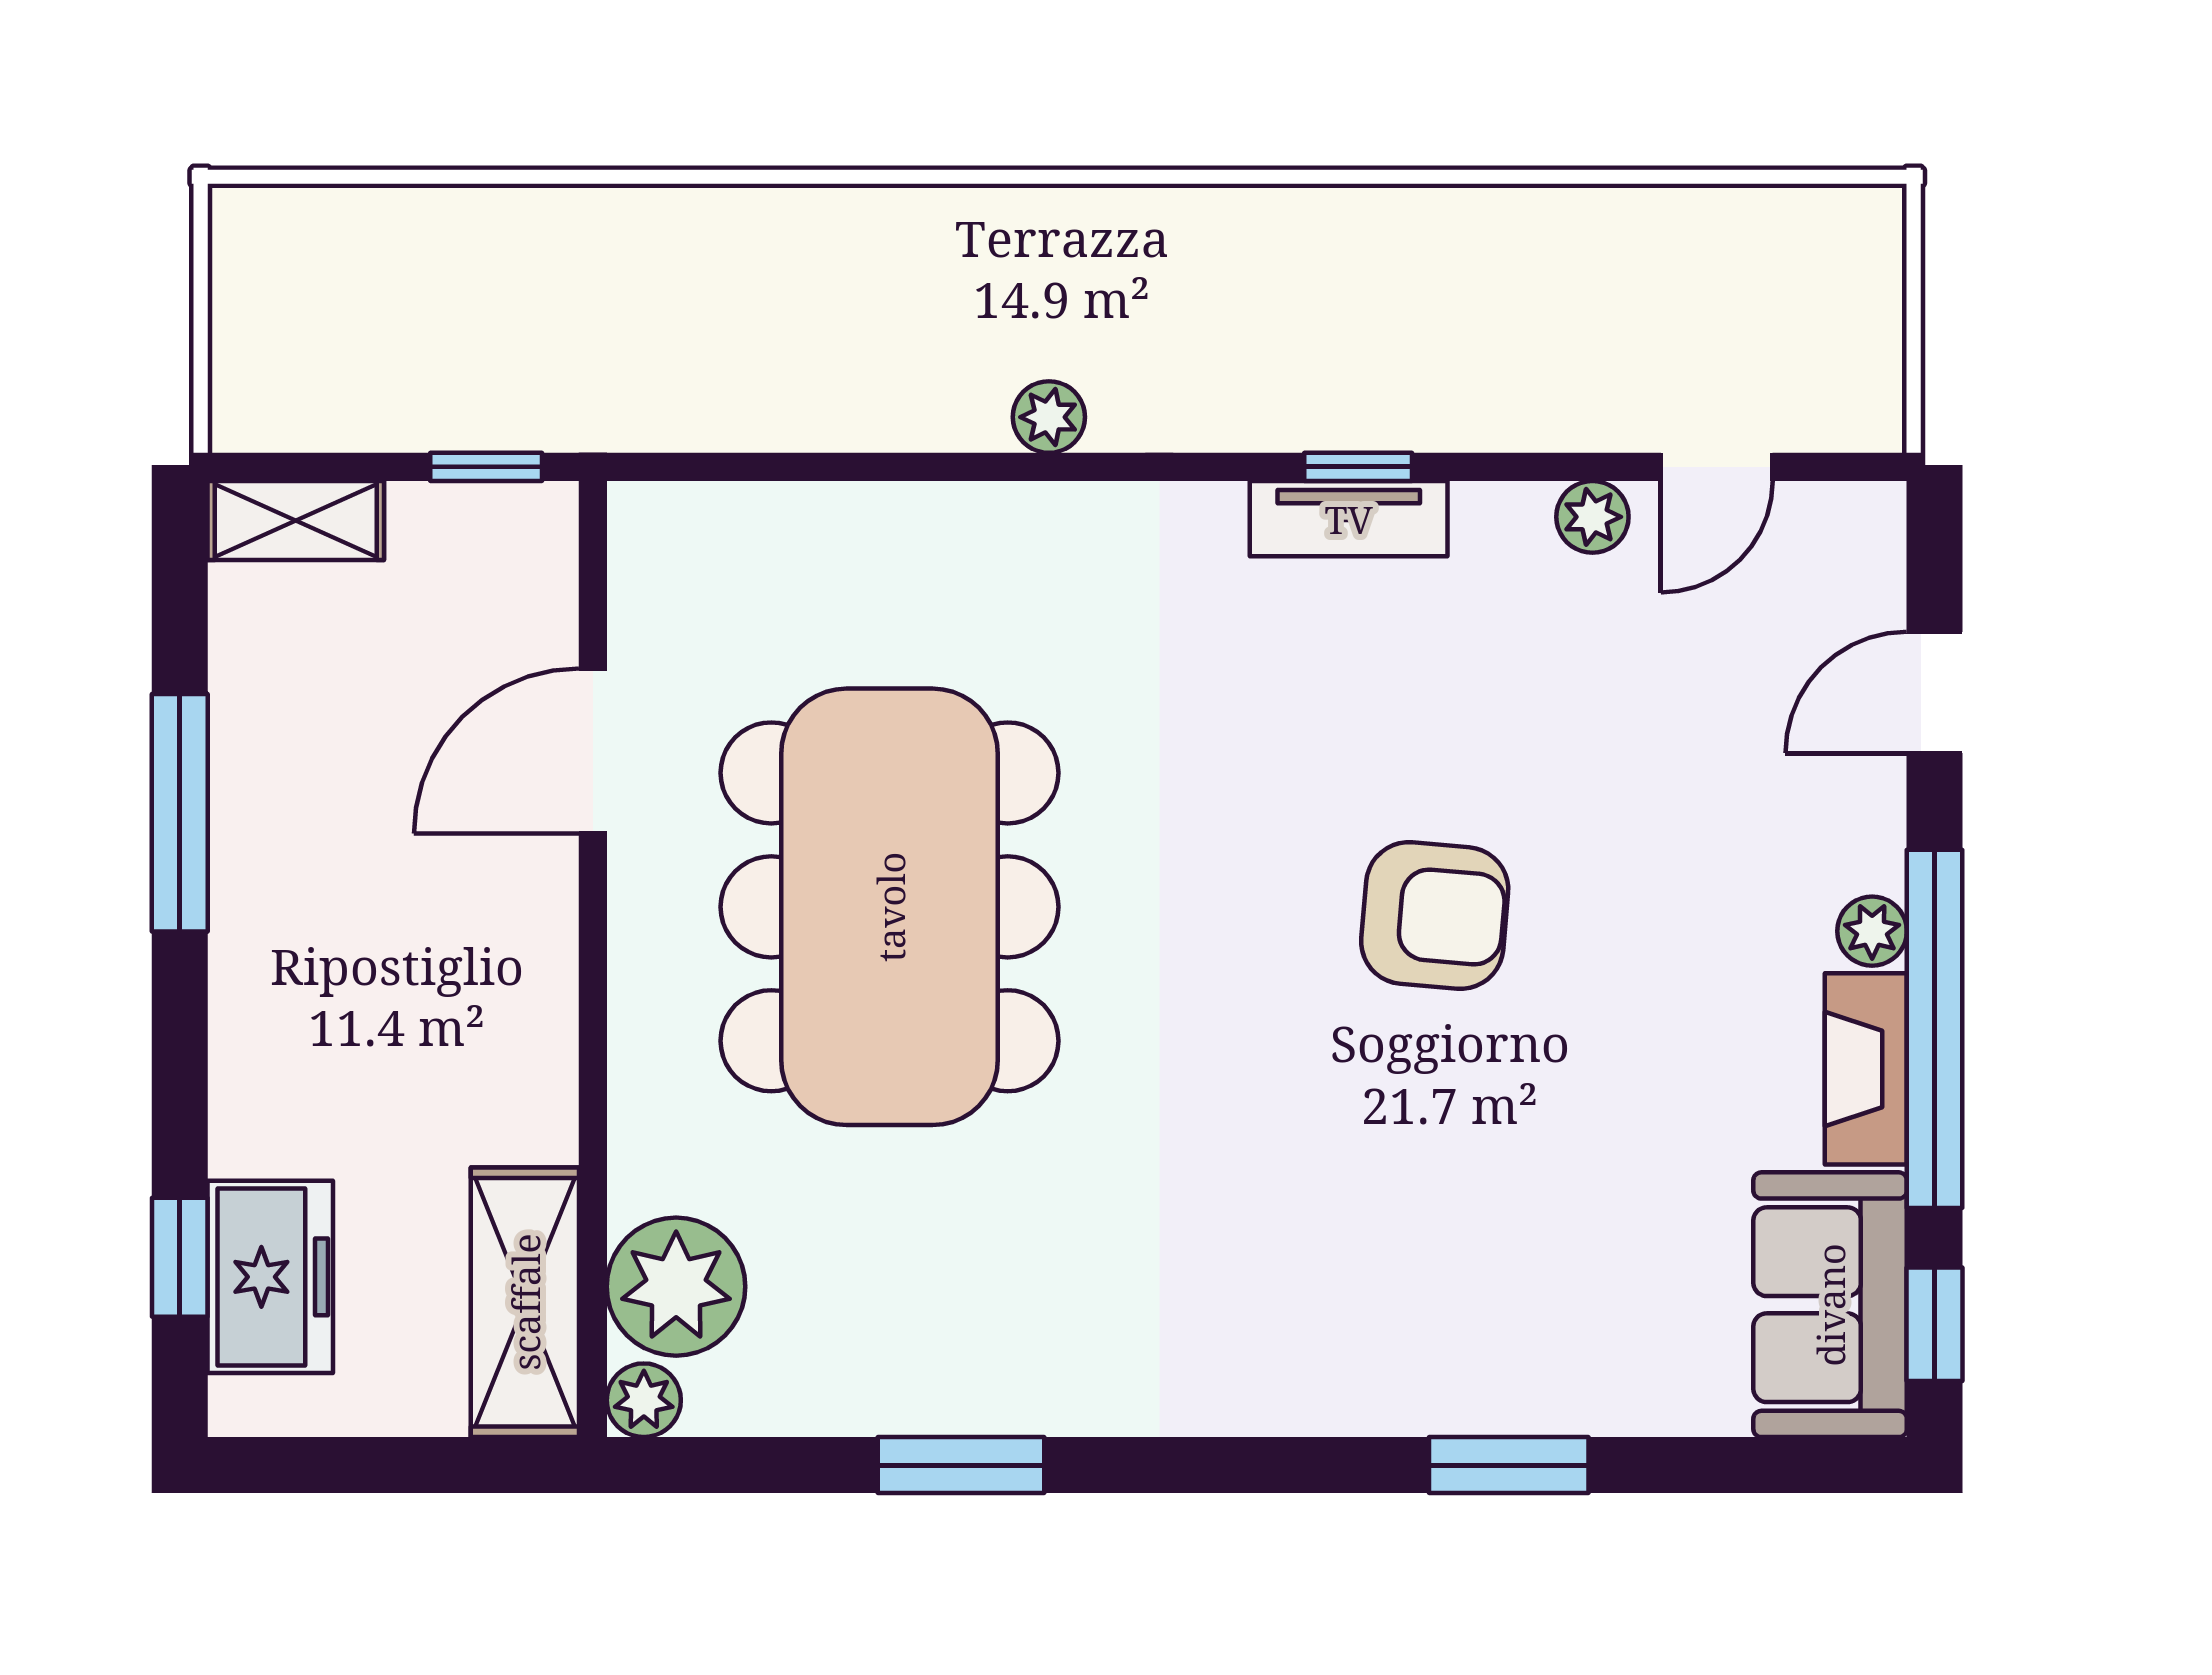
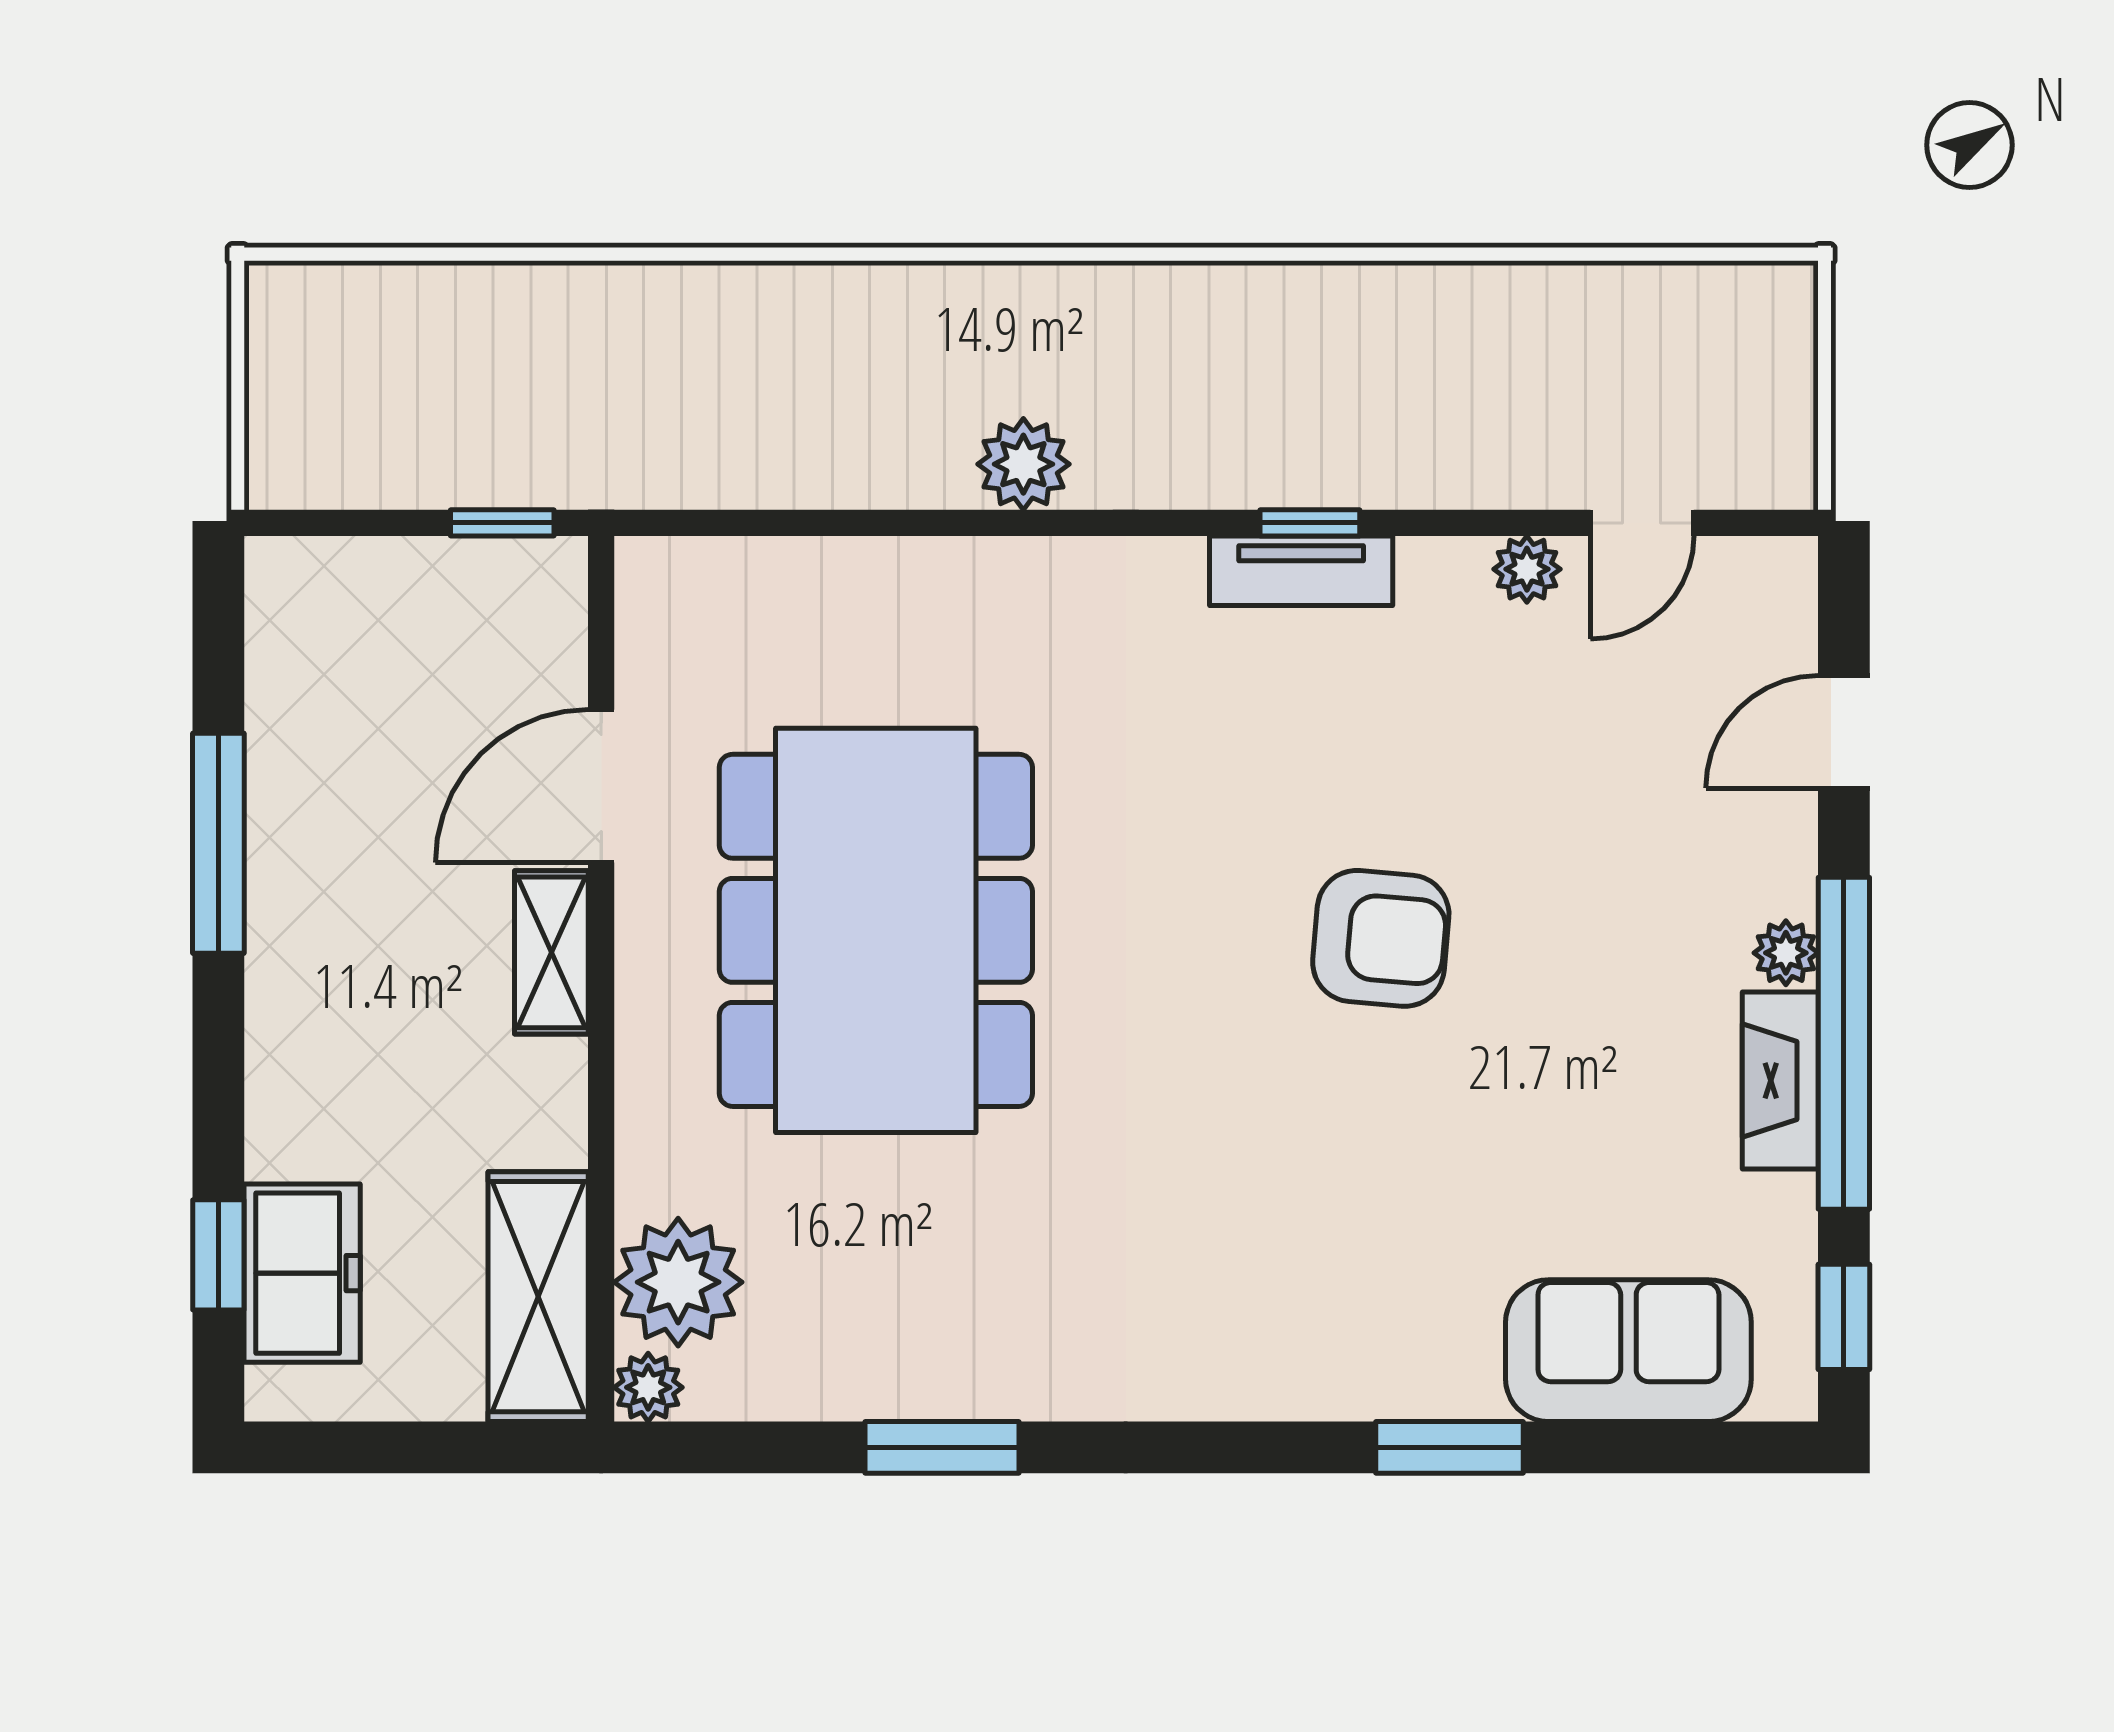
plant: (1049, 417) -> (1023, 464), width x1.38, depth x1.38
shelving: (296, 521) -> (551, 952), moved, turned 90
sofa: (1830, 1305) -> (1628, 1351), moved, turned 90

